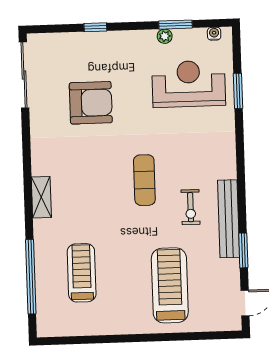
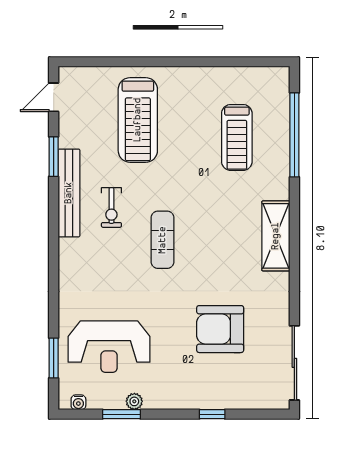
window: (238, 91) -> (54, 358), moved
shelving: (41, 197) -> (276, 236), width x1.50, depth x1.33
exercise bike: (191, 207) -> (111, 207), turned 180

